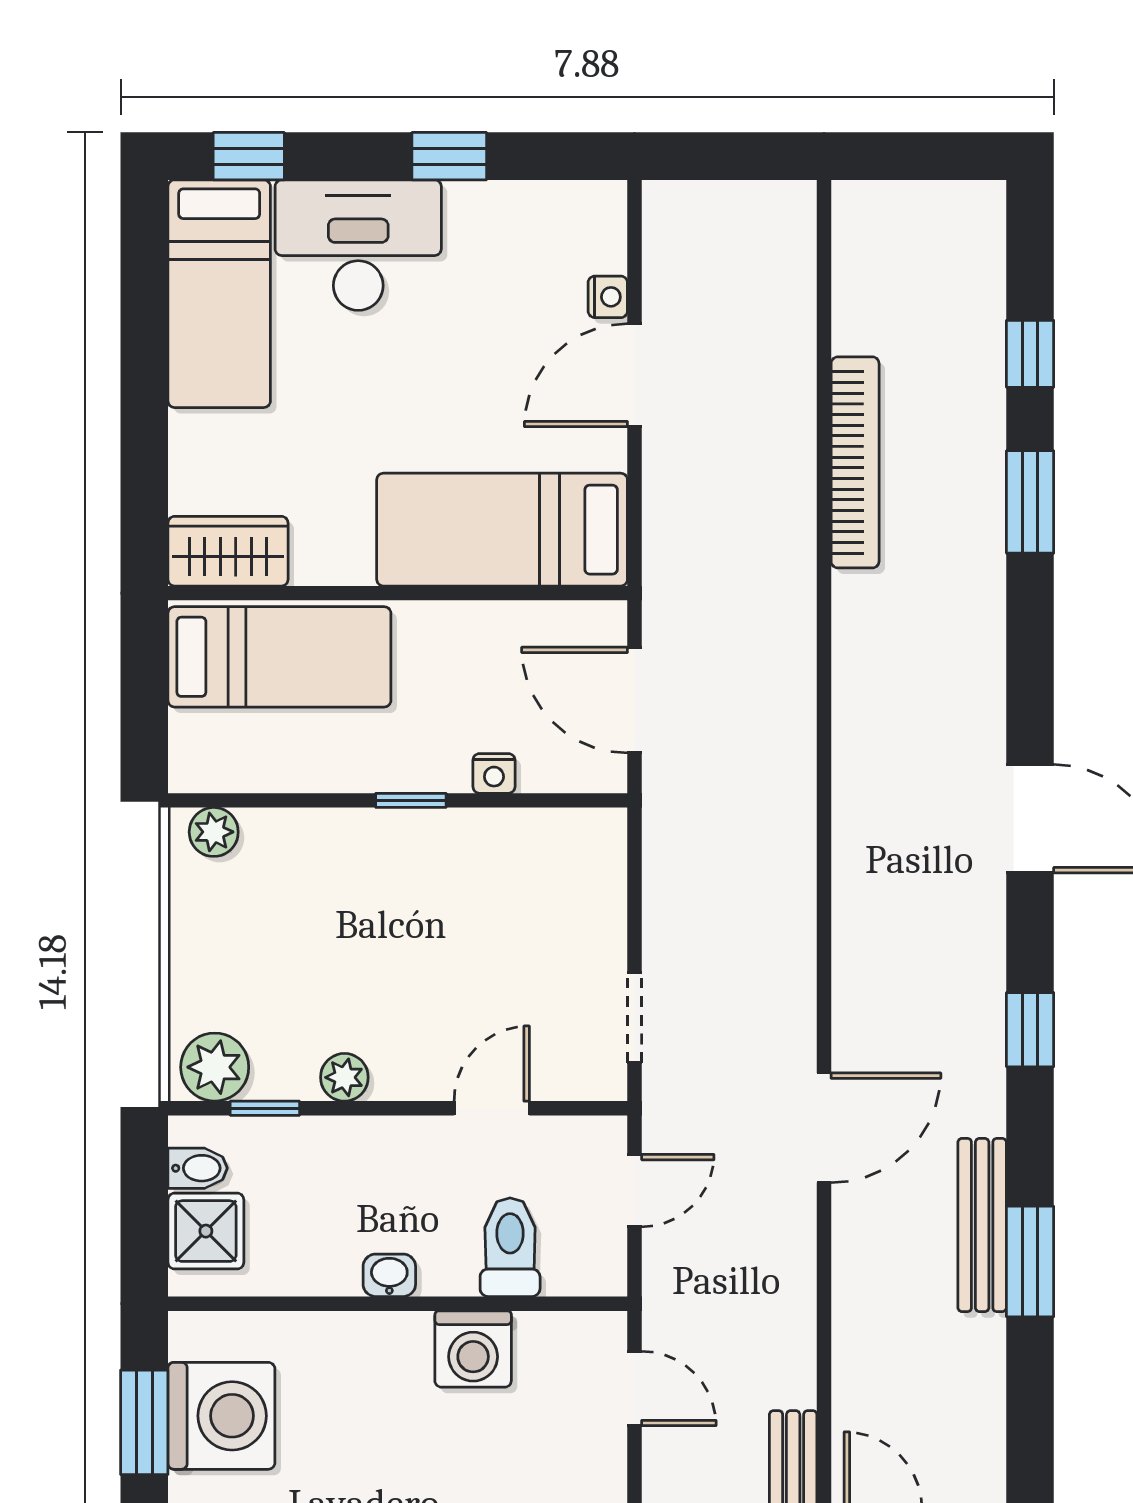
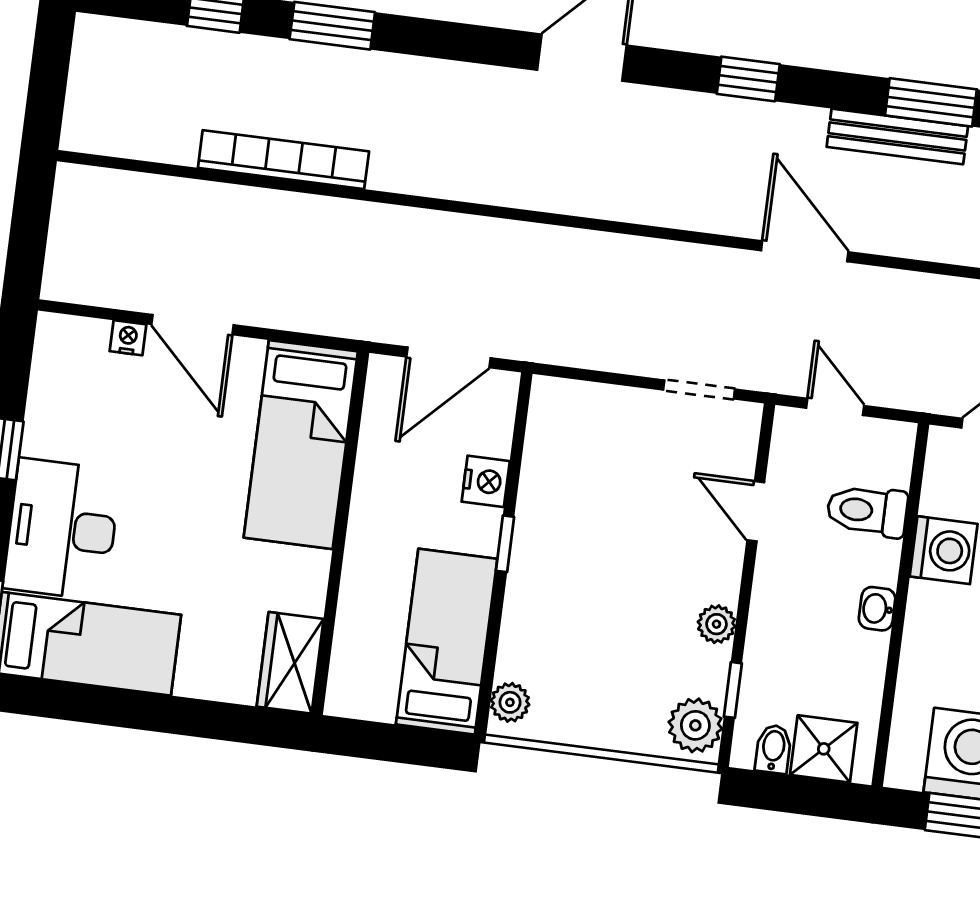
bed: (279, 657) -> (447, 642), moved
nightstand: (494, 773) -> (486, 481), width x1.39, depth x1.35

